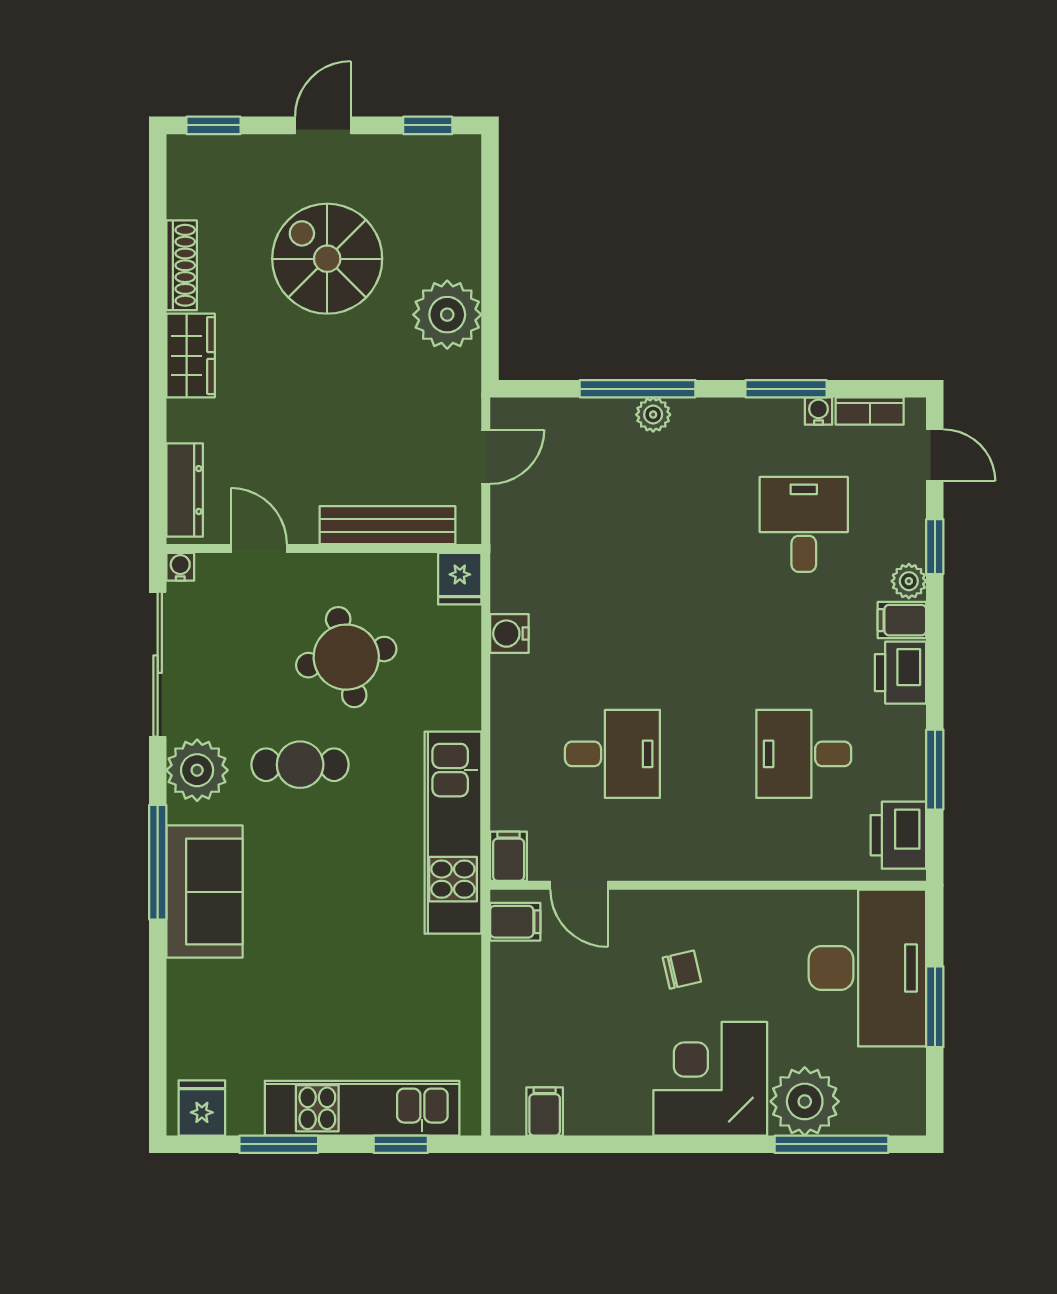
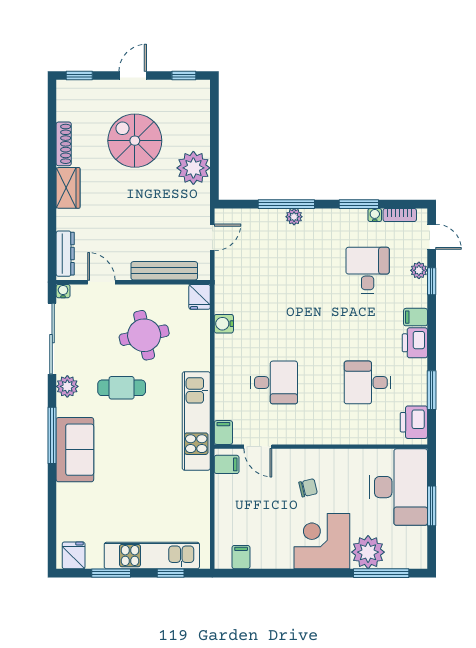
plant: (909, 581) -> (419, 270), moved
plant: (197, 770) -> (67, 386), width x0.73, depth x0.73

